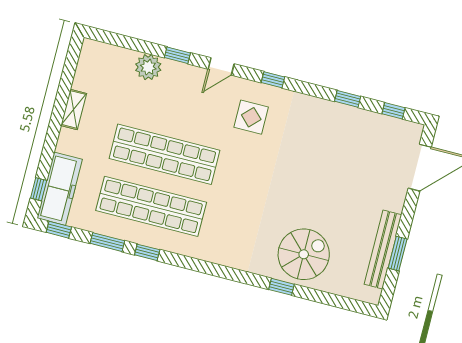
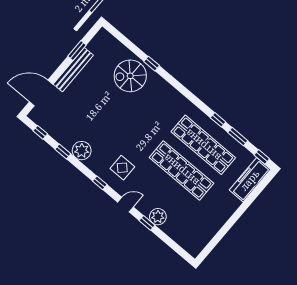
plant: (148, 67) -> (158, 217), moved
shelving: (74, 109) -> (220, 221), removed
plant: (321, 113) -> (82, 151), added
window: (39, 189) -> (262, 185), removed
bench: (383, 249) -> (73, 70), moved

